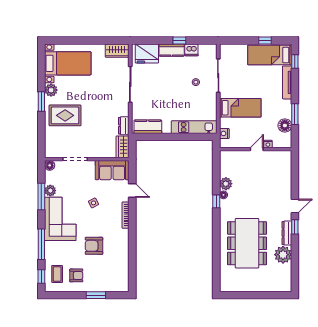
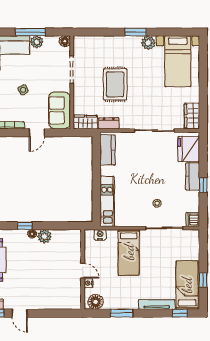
dishwasher: (191, 50) -> (193, 219), moved
rug: (65, 115) -> (115, 84), moved
floor lamp: (285, 125) -> (96, 302), moved

